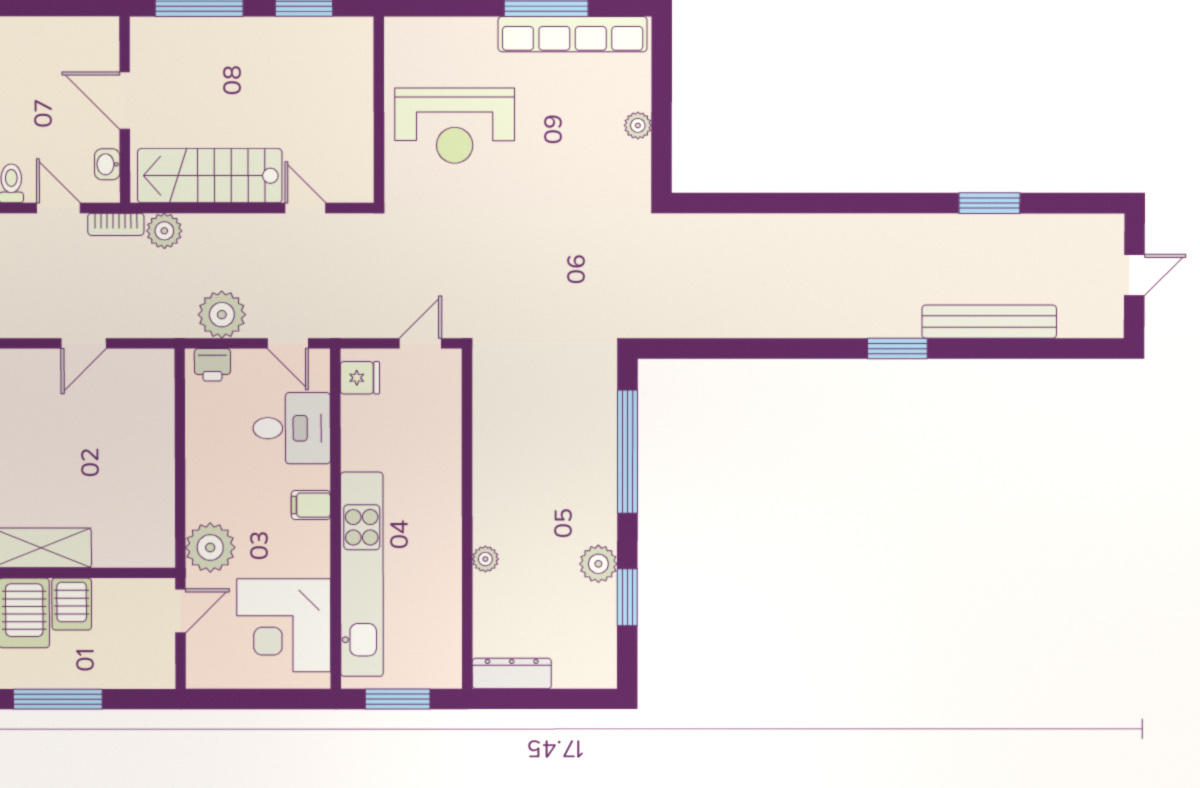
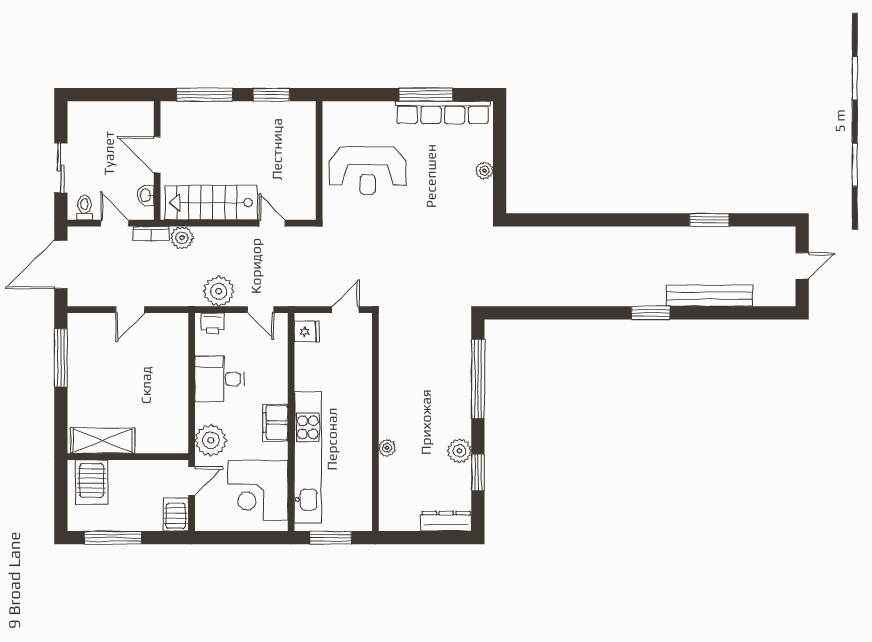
desk: (292, 428) -> (220, 379), moved, turned 180
filing cabinet: (311, 505) -> (275, 422), width x2.00
server rack: (72, 604) -> (176, 514), moved, turned 180
dresser: (512, 673) -> (446, 521), moved

